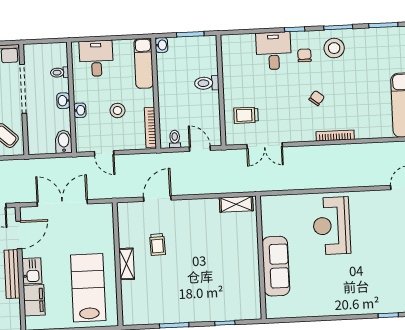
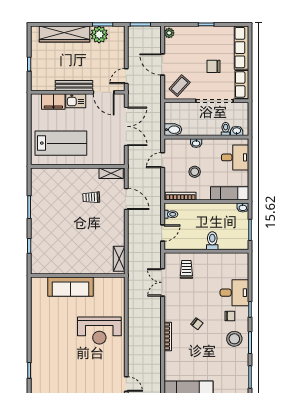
washbasin: (63, 101) -> (237, 131), moved
reception desk: (332, 226) -> (99, 331), turned 180
shelving: (127, 264) -> (111, 173), moved

